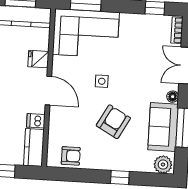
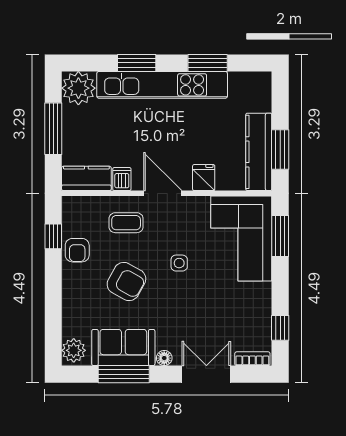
door: (48, 91) -> (163, 193), swing flipped
coffee table: (69, 119) -> (126, 223), added
armchair: (71, 156) -> (77, 250), moved
window: (120, 177) -> (53, 236), moved

